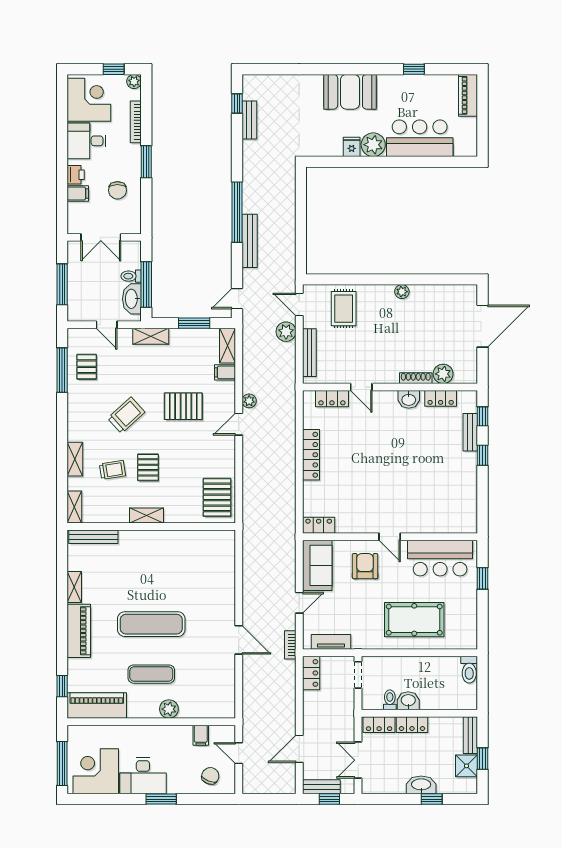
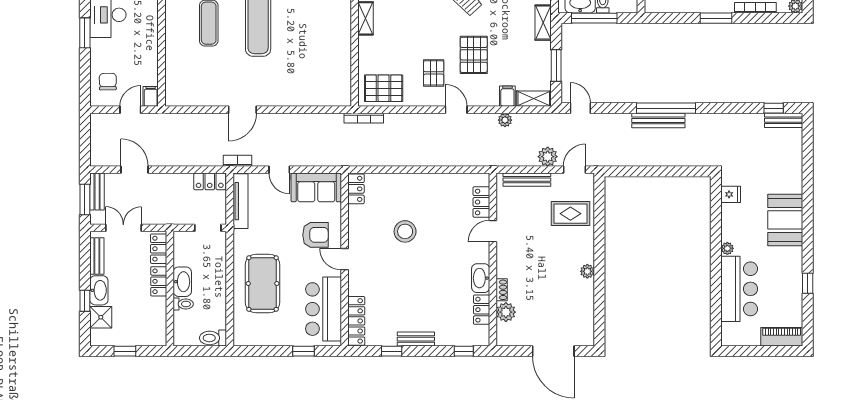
bench: (249, 120) -> (784, 120), moved
plant: (373, 145) -> (727, 248), width x0.53, depth x0.53
fridge: (352, 147) -> (731, 194), moved
bench: (250, 241) -> (658, 120), moved
shoe rack: (416, 378) -> (502, 290), width x0.70
washbasin: (409, 399) -> (481, 278), width x1.38
plant: (249, 401) -> (505, 120), moved
bench: (470, 432) -> (416, 339), moved
locker: (311, 455) -> (356, 321), moved, turned -90
window: (483, 455) -> (392, 351), moved
pallet: (148, 467) -> (434, 73), moved, turned 90
stool: (362, 476) -> (405, 231), added
bookcase: (247, 517) -> (364, 118), added
door: (390, 537) -> (345, 259), hinge flipped
tv unit: (331, 642) -> (241, 201), width x1.41
toilet: (390, 700) -> (183, 304), moved
washbasin: (408, 701) -> (182, 282), width x1.38
plant: (169, 709) -> (174, 41), removed
filing cabinet: (201, 735) -> (151, 96), moved, turned 90
bench: (470, 735) -> (97, 256), moved, turned 90
shower: (467, 766) -> (101, 317), moved
chair: (210, 776) -> (108, 82), turned -113
window: (329, 799) -> (85, 199), width x1.50

